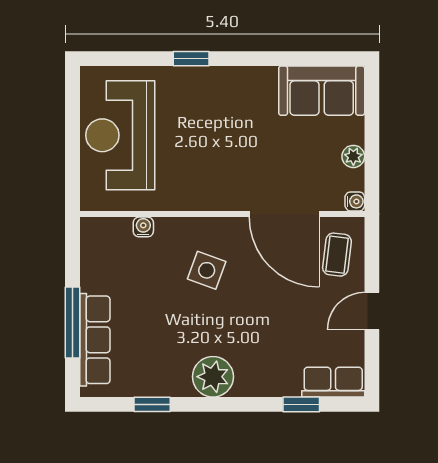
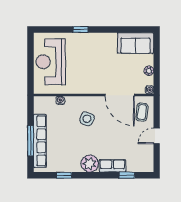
row of seats: (95, 340) -> (40, 141), width x1.36
row of seats: (333, 382) -> (112, 166), moved

